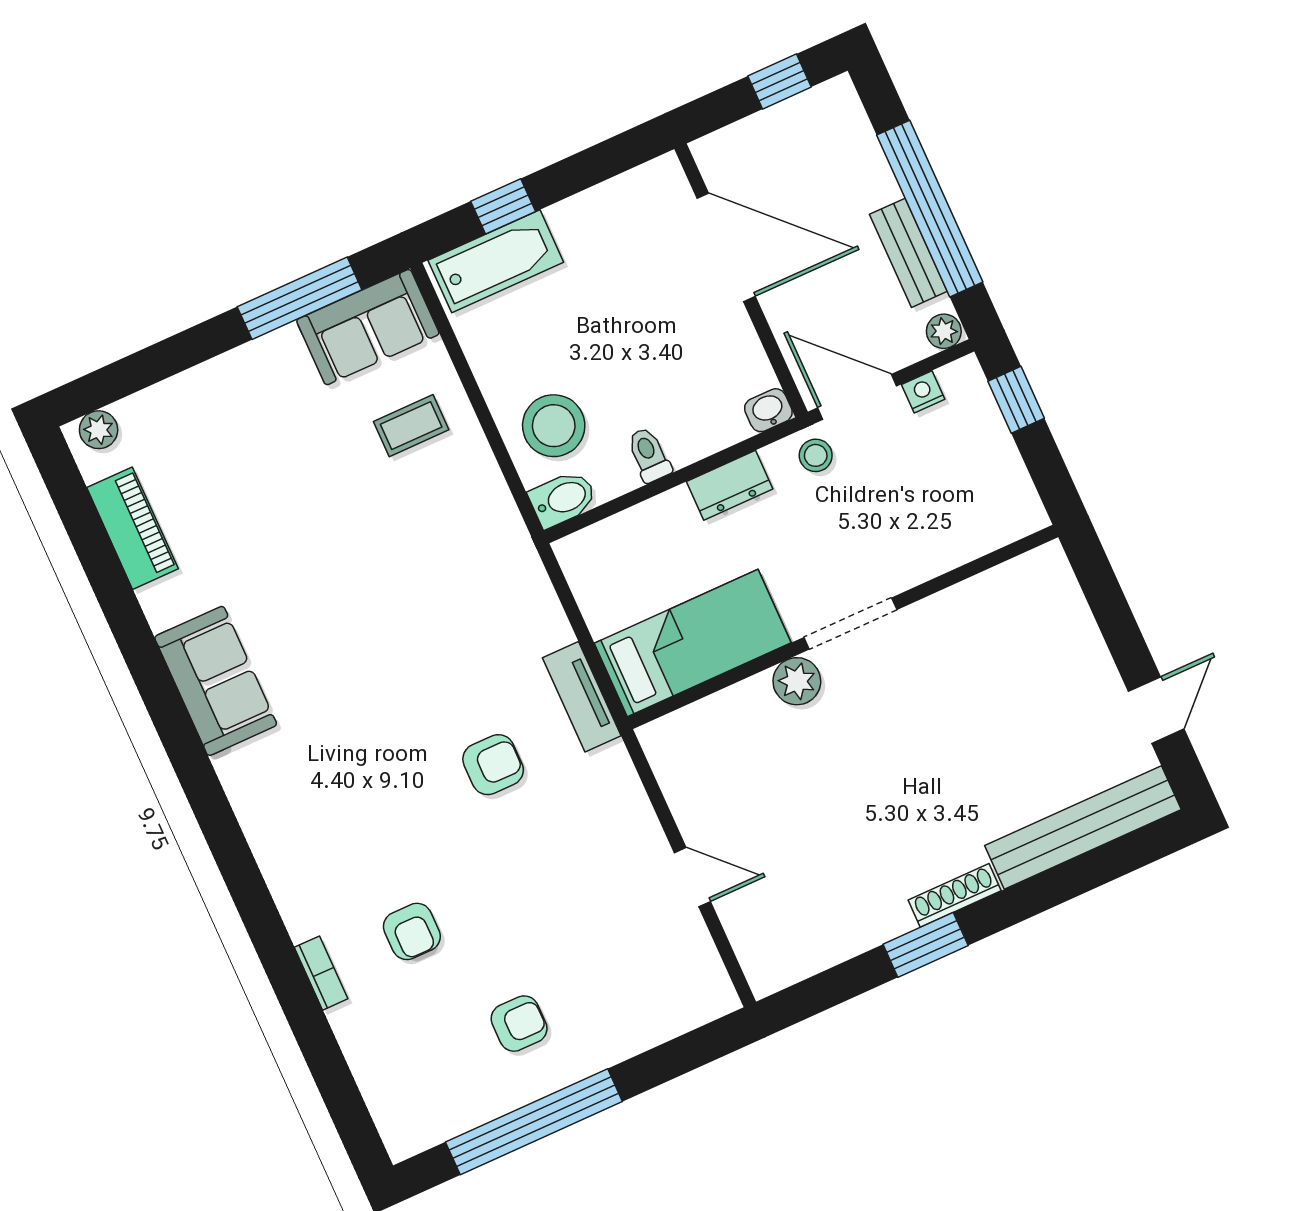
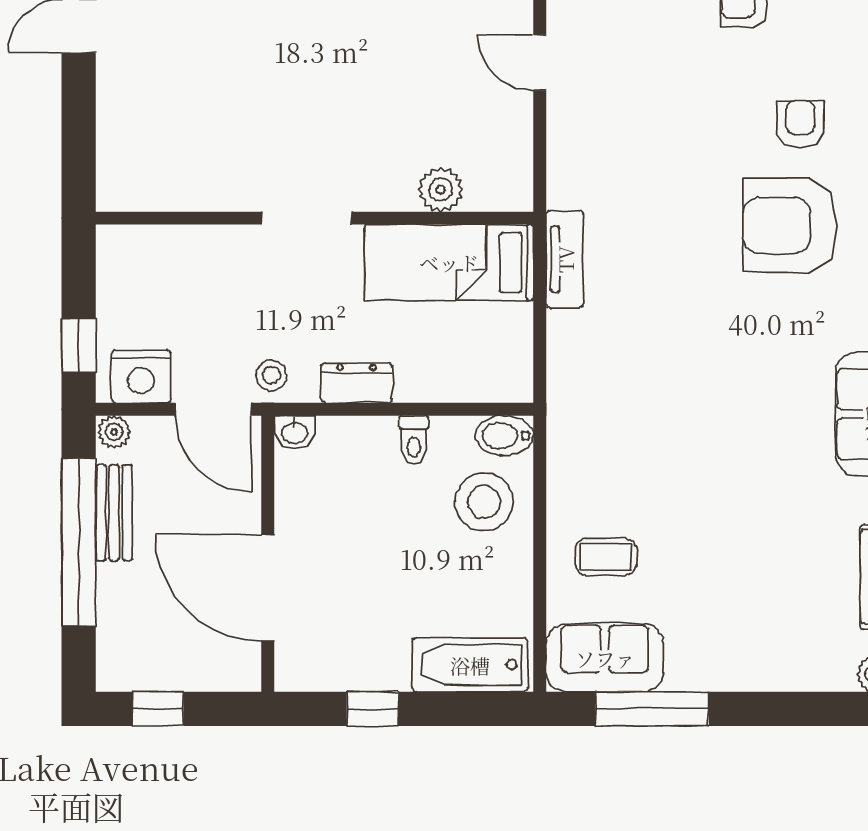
window: (503, 206) -> (373, 709), moved
nightstand: (923, 392) -> (141, 376), width x1.89, depth x1.79
plant: (797, 681) -> (441, 190), moved
armchair: (493, 765) -> (790, 225), moved, width x1.88, depth x1.88

